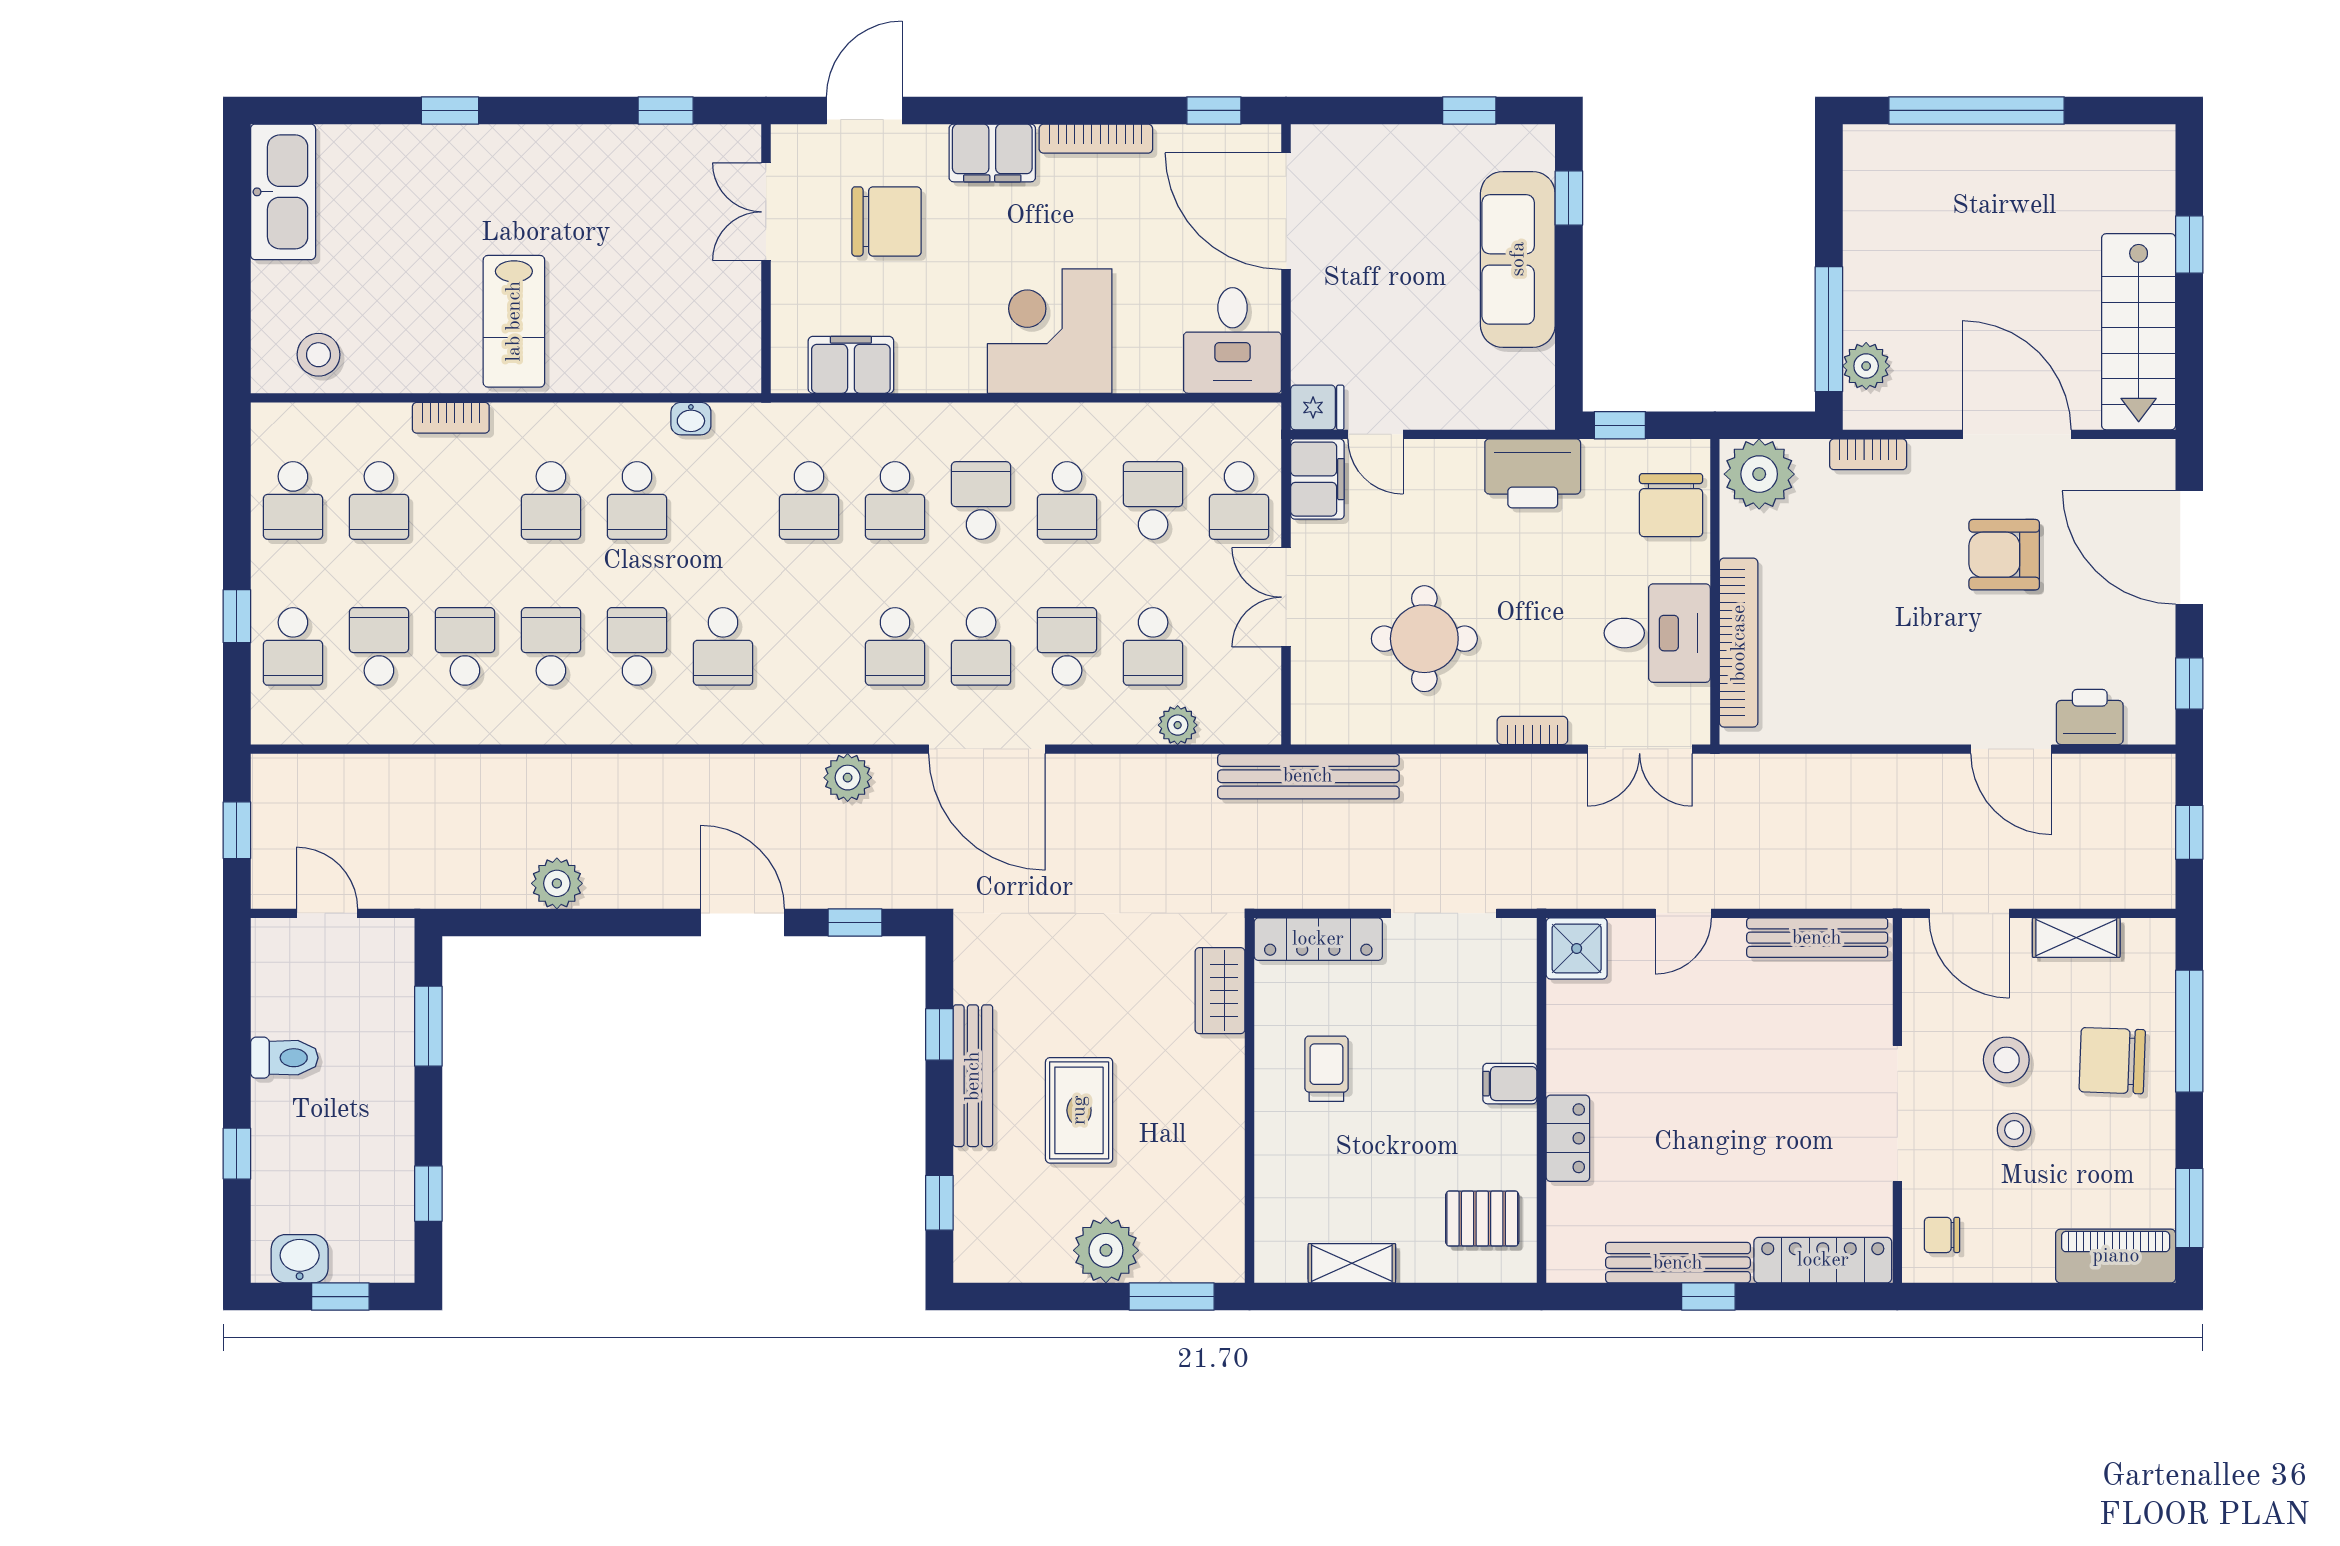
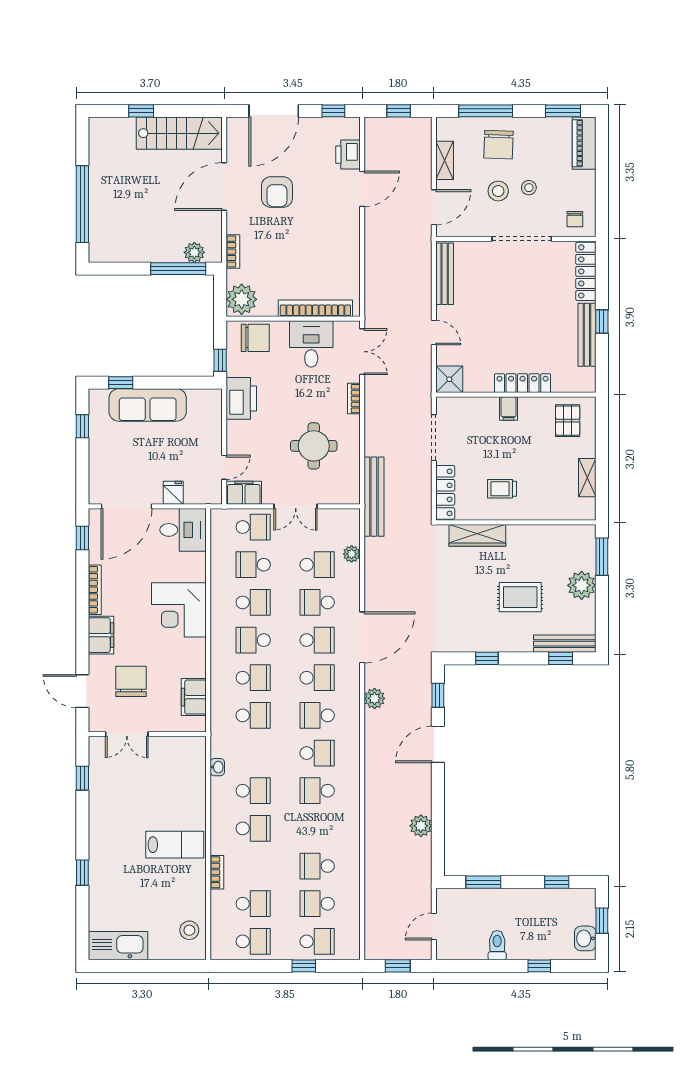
fridge: (1317, 407) -> (173, 493), moved
school desk: (551, 646) -> (317, 715), moved
wardrobe: (1220, 991) -> (477, 535), width x1.50
bench: (973, 1076) -> (565, 644), moved
locker: (1568, 1138) -> (523, 383), width x1.53

